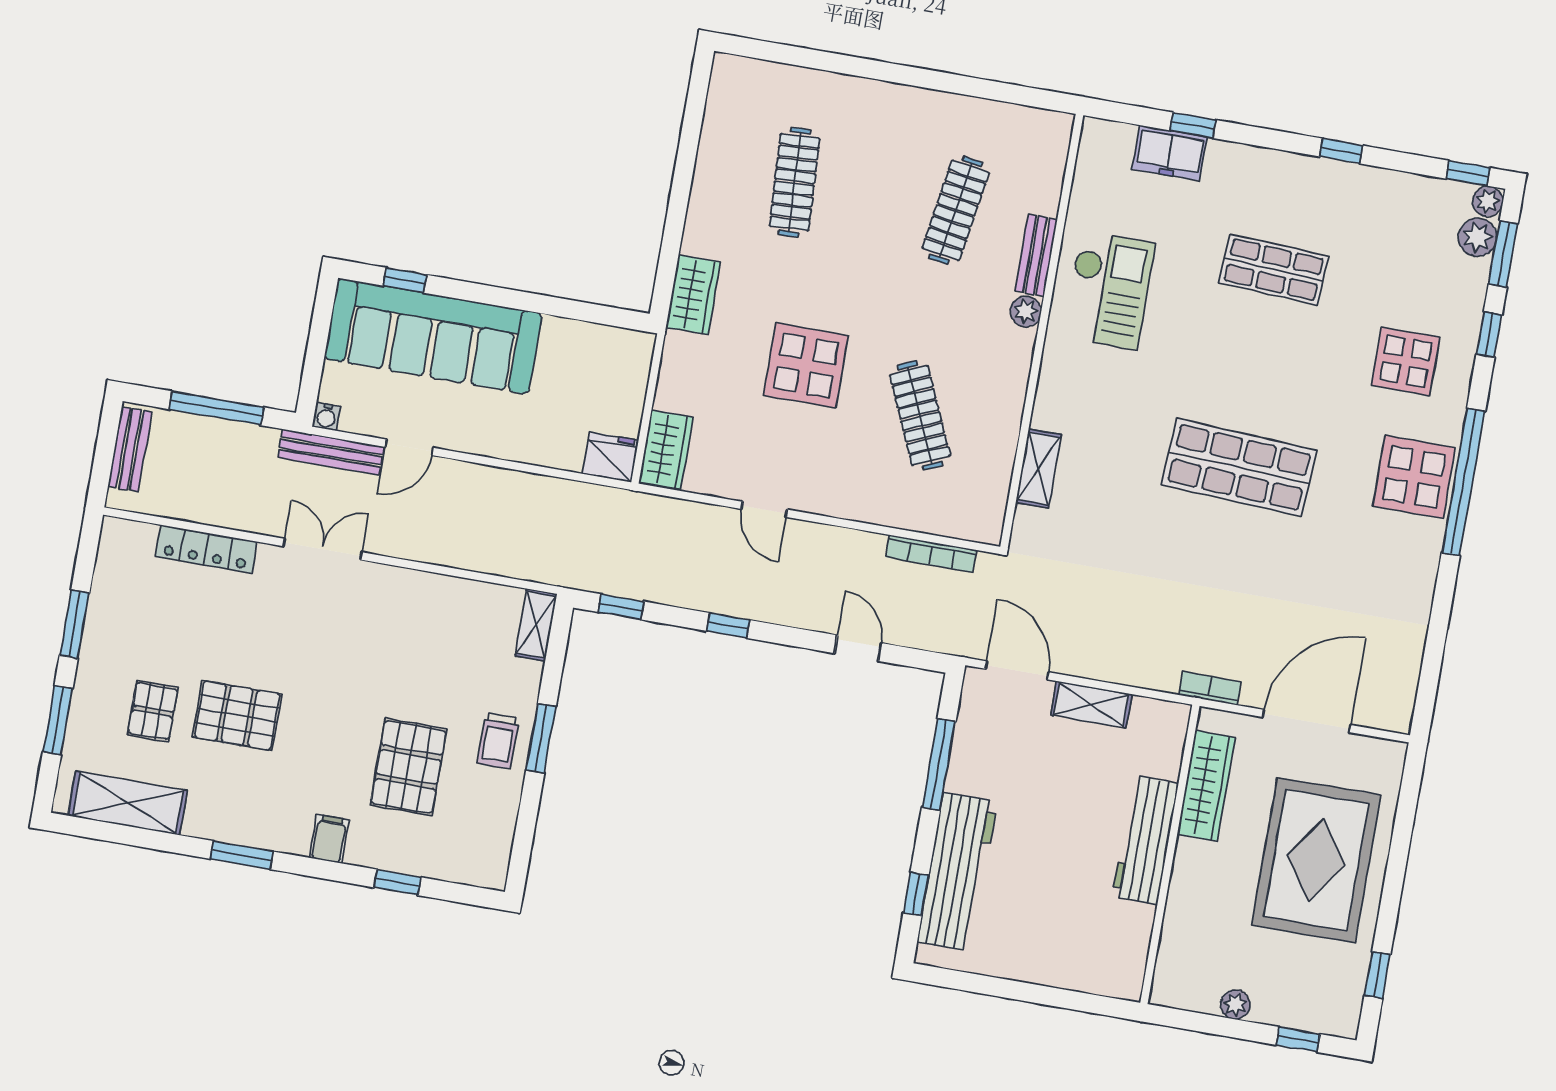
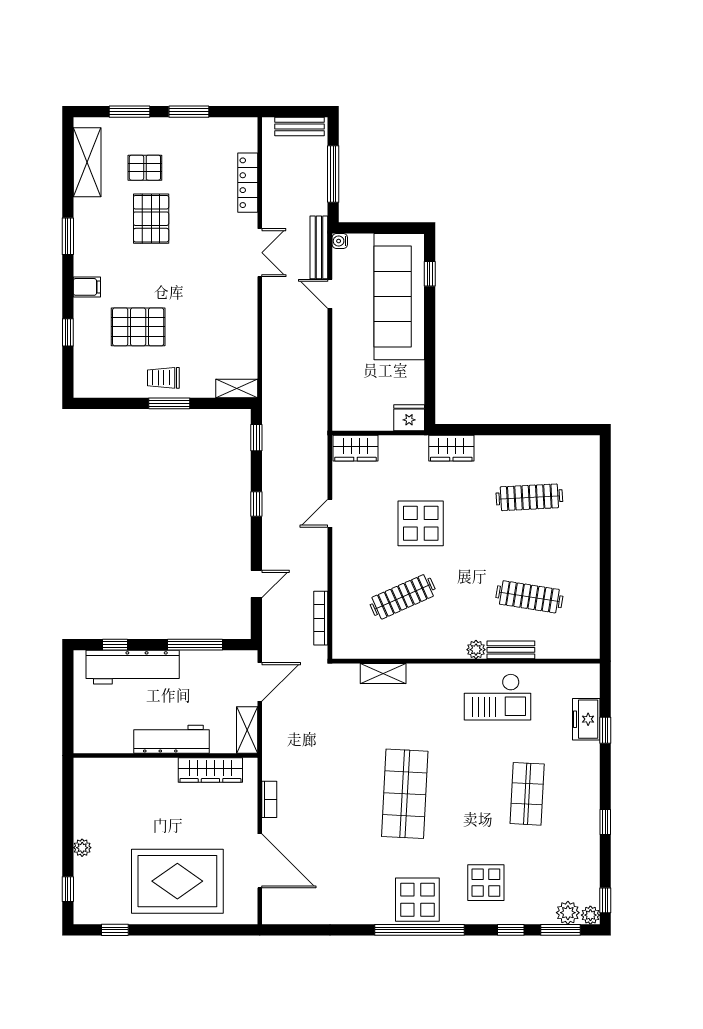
fridge: (610, 457) -> (409, 418), moved, turned -90
wardrobe: (1206, 786) -> (210, 770), moved
workbench: (1145, 840) -> (172, 739), moved
wall: (1170, 854) -> (165, 755), moved

